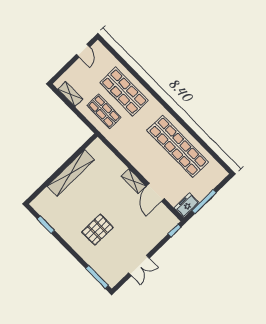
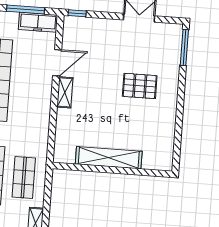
freezer: (187, 205) -> (38, 22), width x1.40
window: (46, 225) -> (178, 138), removed

